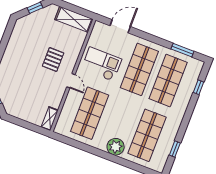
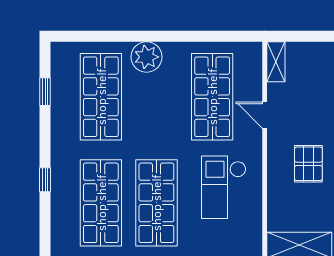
checkout: (101, 64) -> (224, 187), turned 90
door: (71, 81) -> (265, 115), moved
window: (199, 87) -> (45, 180), moved

